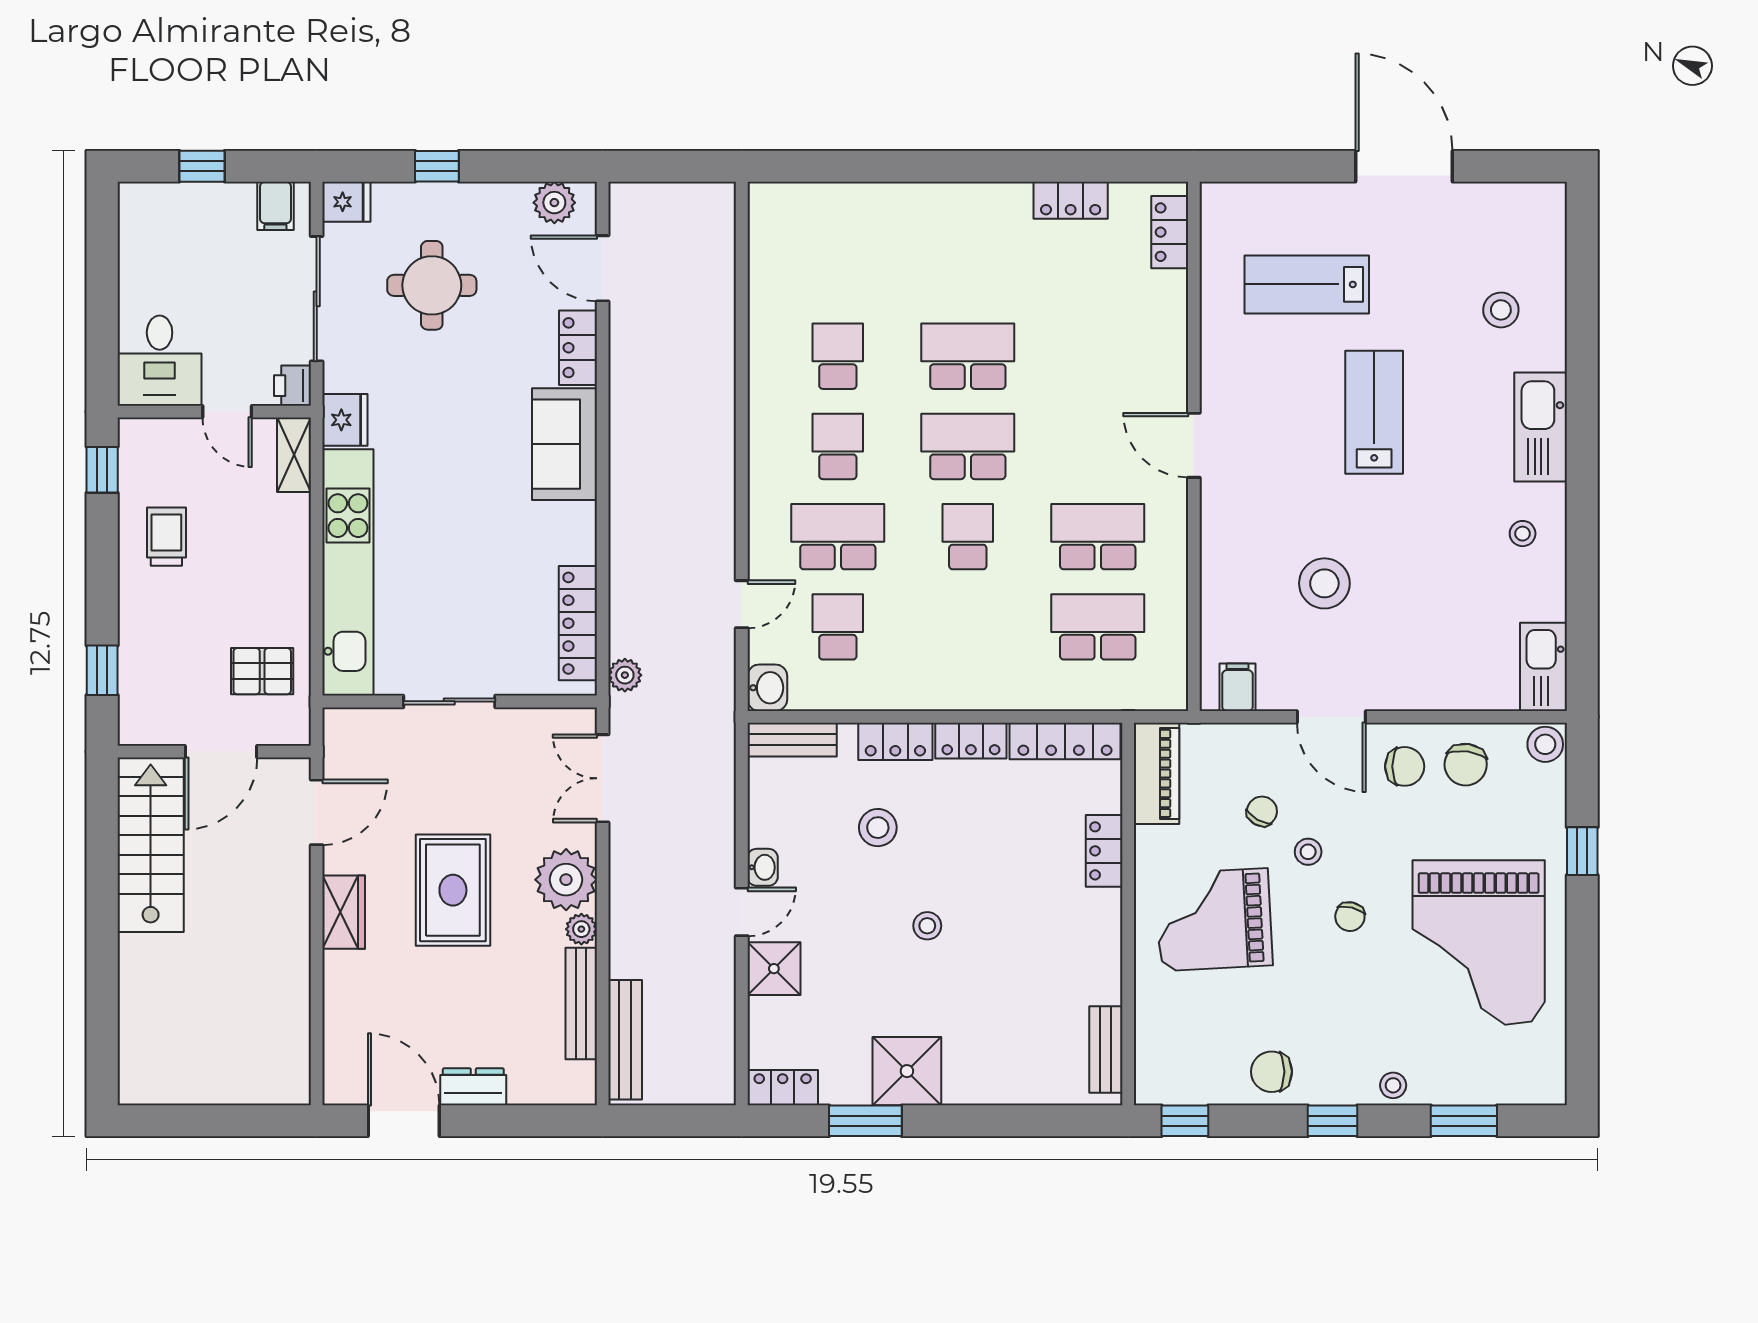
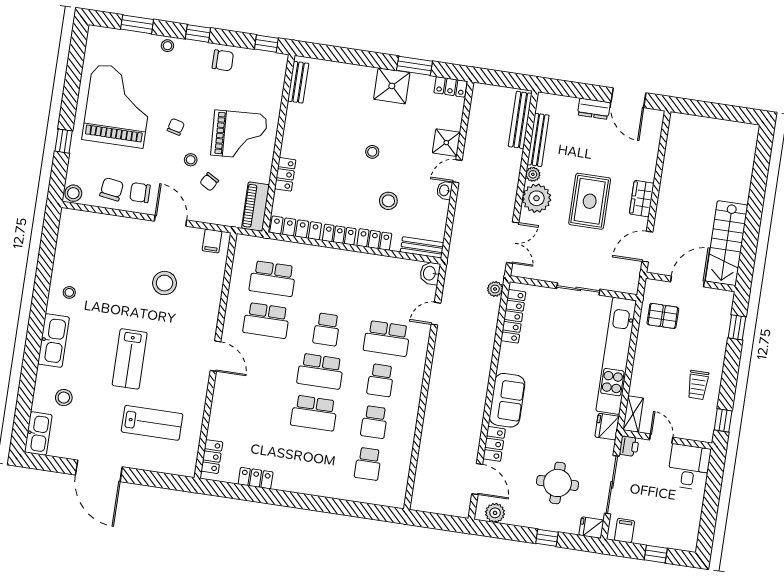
school desk: (838, 627) -> (368, 464), moved
kitchen sink: (1543, 667) -> (38, 434), moved

